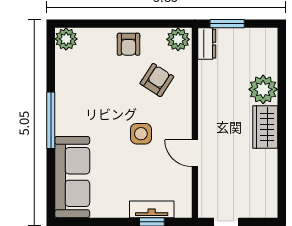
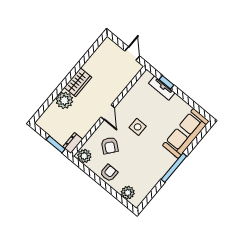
plant: (66, 39) -> (128, 193), moved
armchair: (157, 80) -> (110, 145), turned -84
door: (195, 153) -> (108, 112), moved

